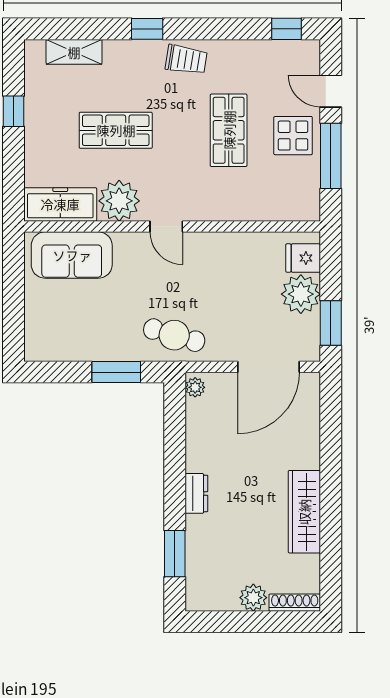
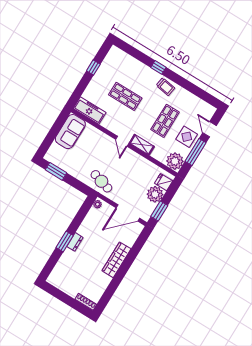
window: (287, 29) -> (207, 98), removed
shelving: (74, 52) -> (142, 145), moved
plant: (119, 201) -> (175, 161), moved
sofa: (72, 255) -> (70, 132), moved, turned -90
window: (116, 372) -> (56, 171), moved
wardrobe: (304, 512) -> (116, 260), moved
window: (175, 554) -> (65, 242), moved
plant: (253, 598) -> (72, 291), removed

